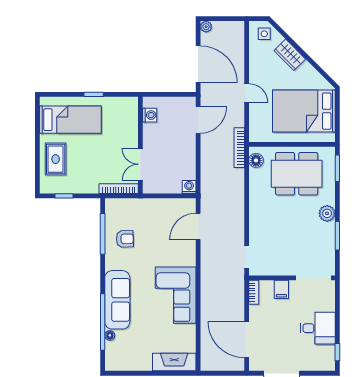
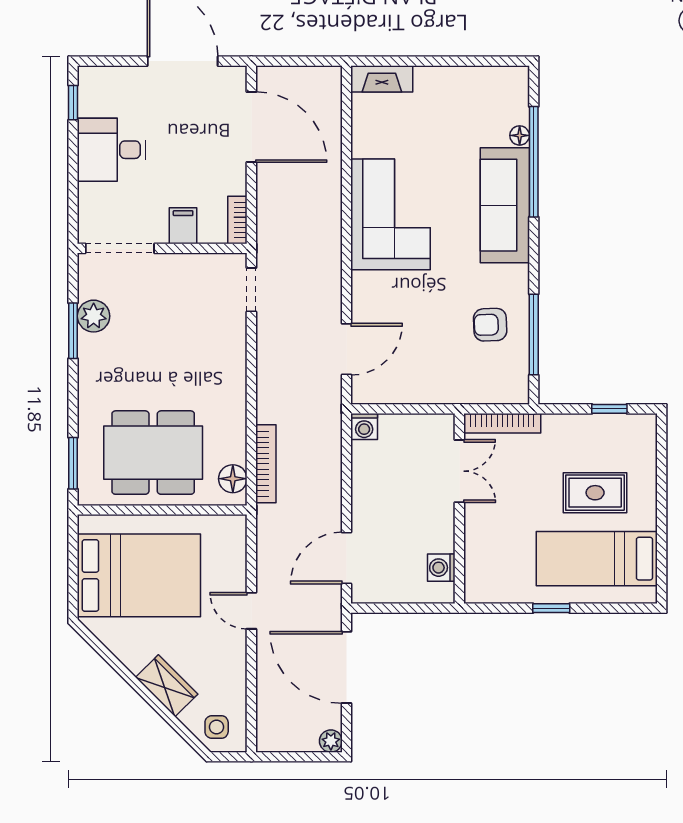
bookcase: (239, 148) -> (266, 464), moved
rug: (56, 159) -> (595, 493), moved, turned 90
plant: (327, 213) -> (94, 316), moved
fireplace: (174, 362) -> (382, 79), width x0.73, depth x0.76

